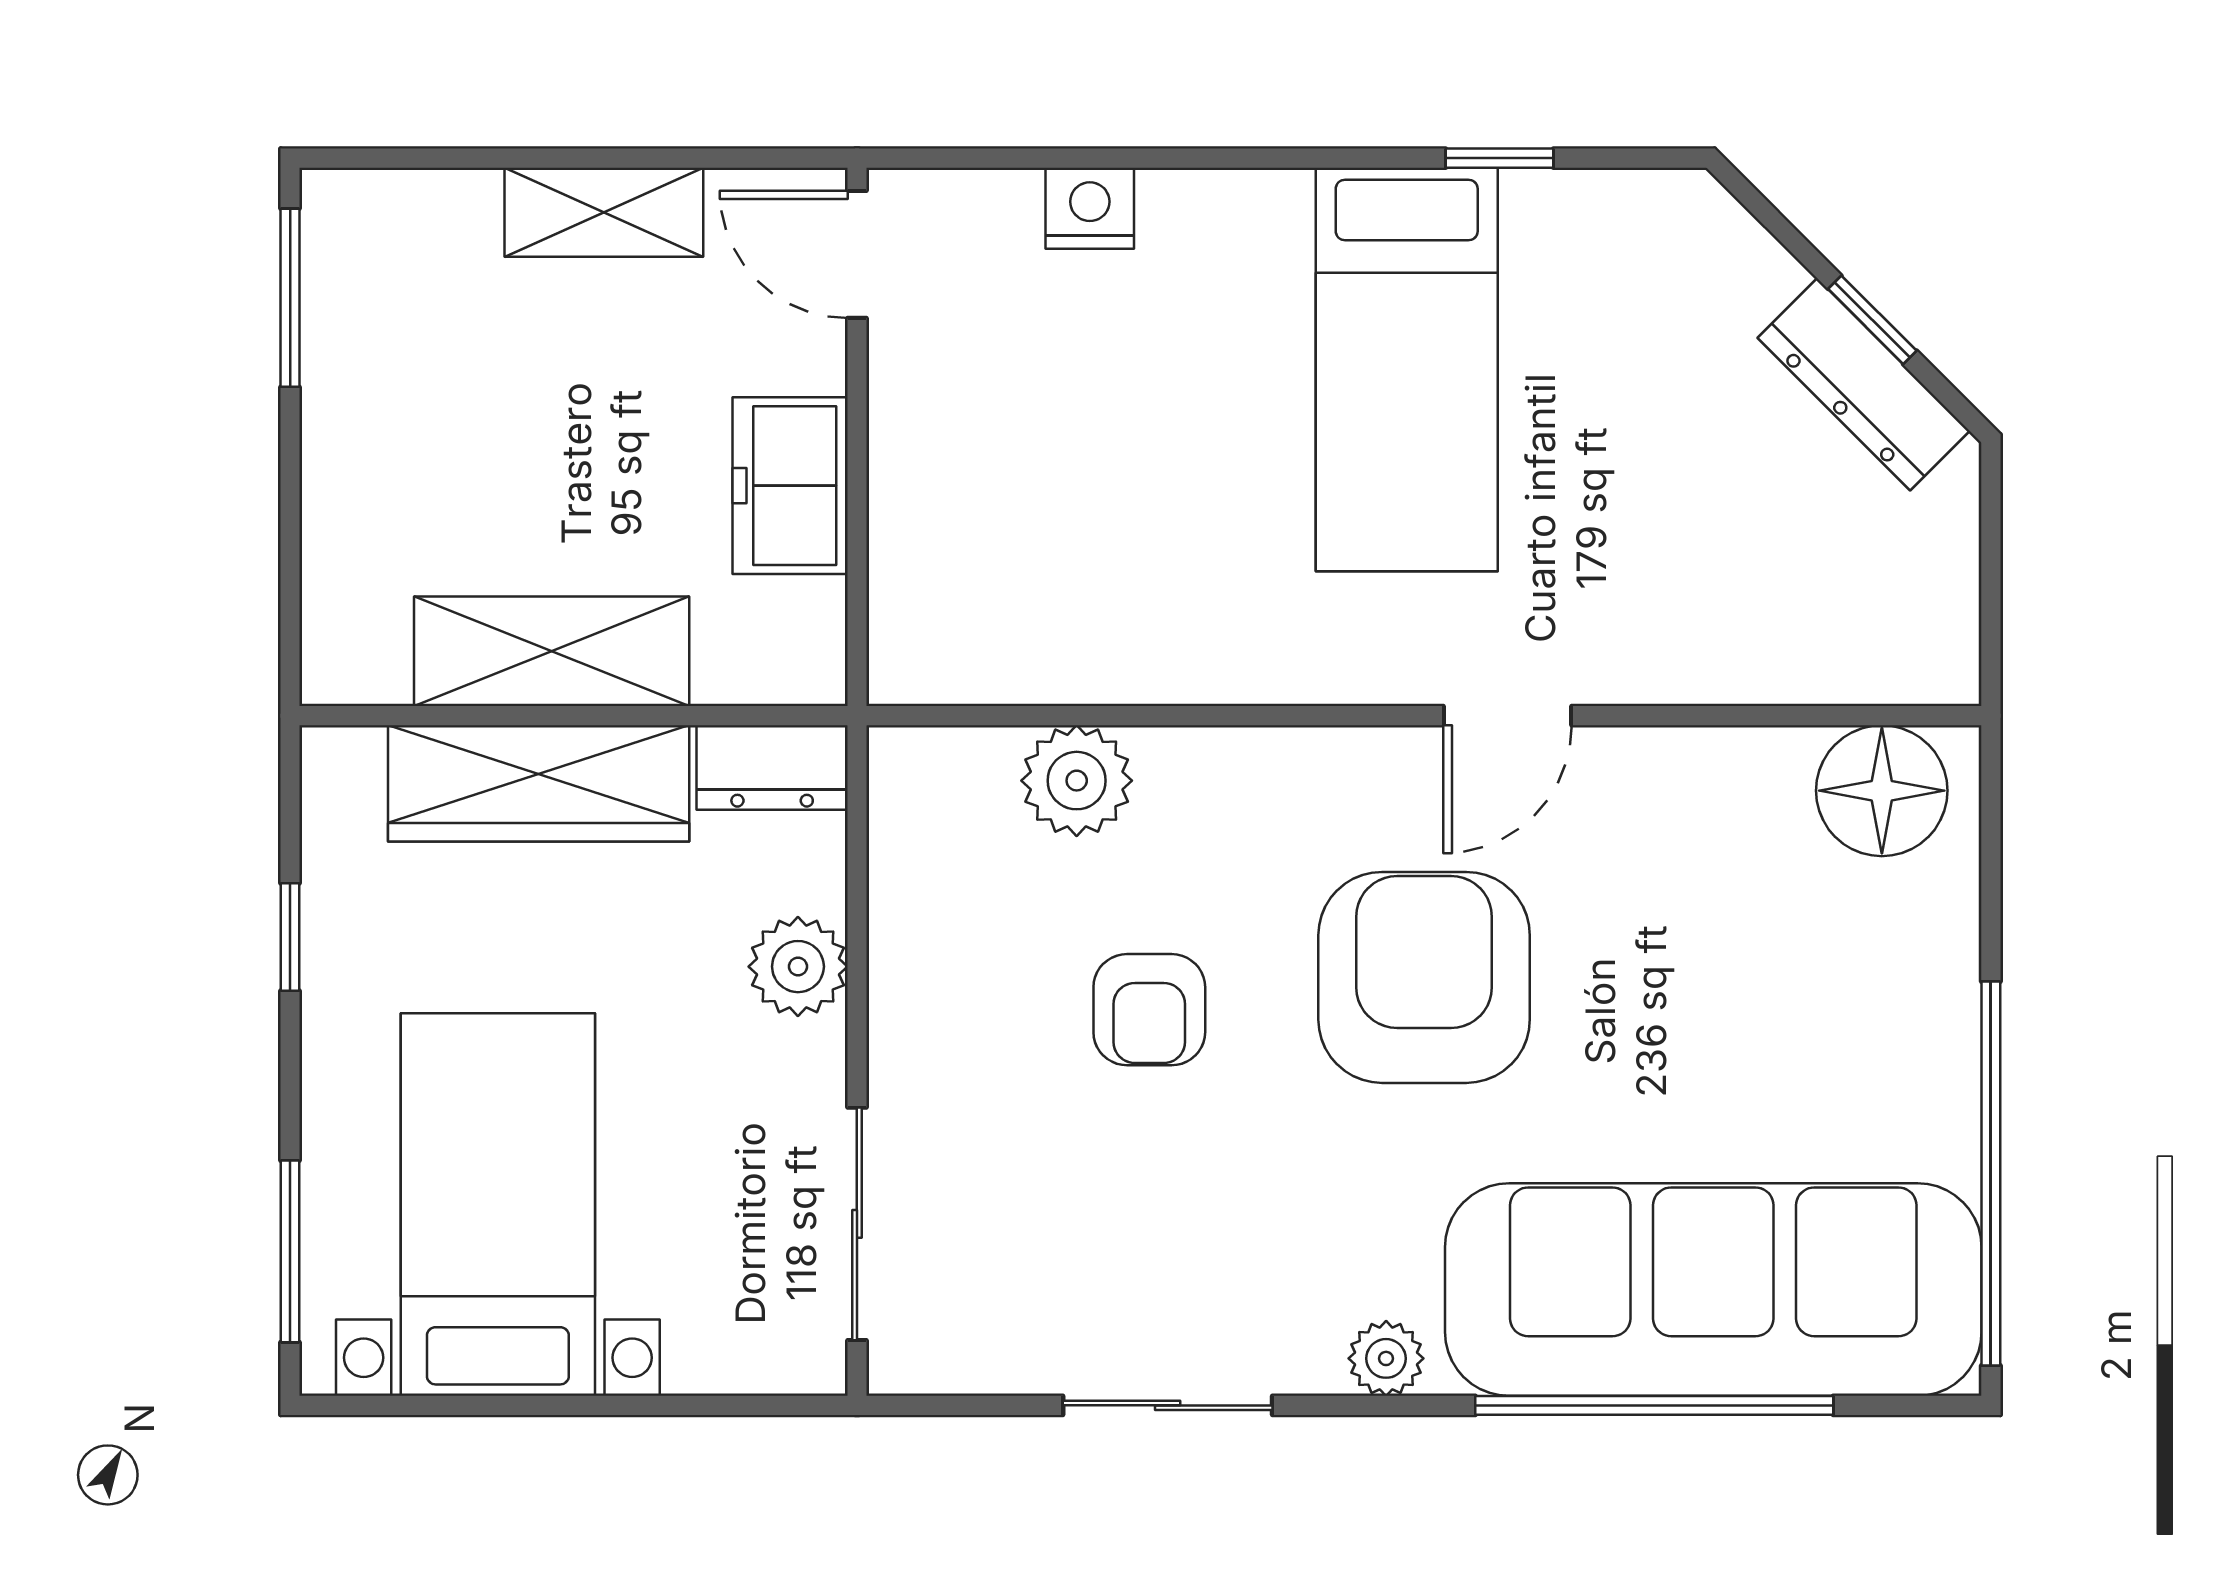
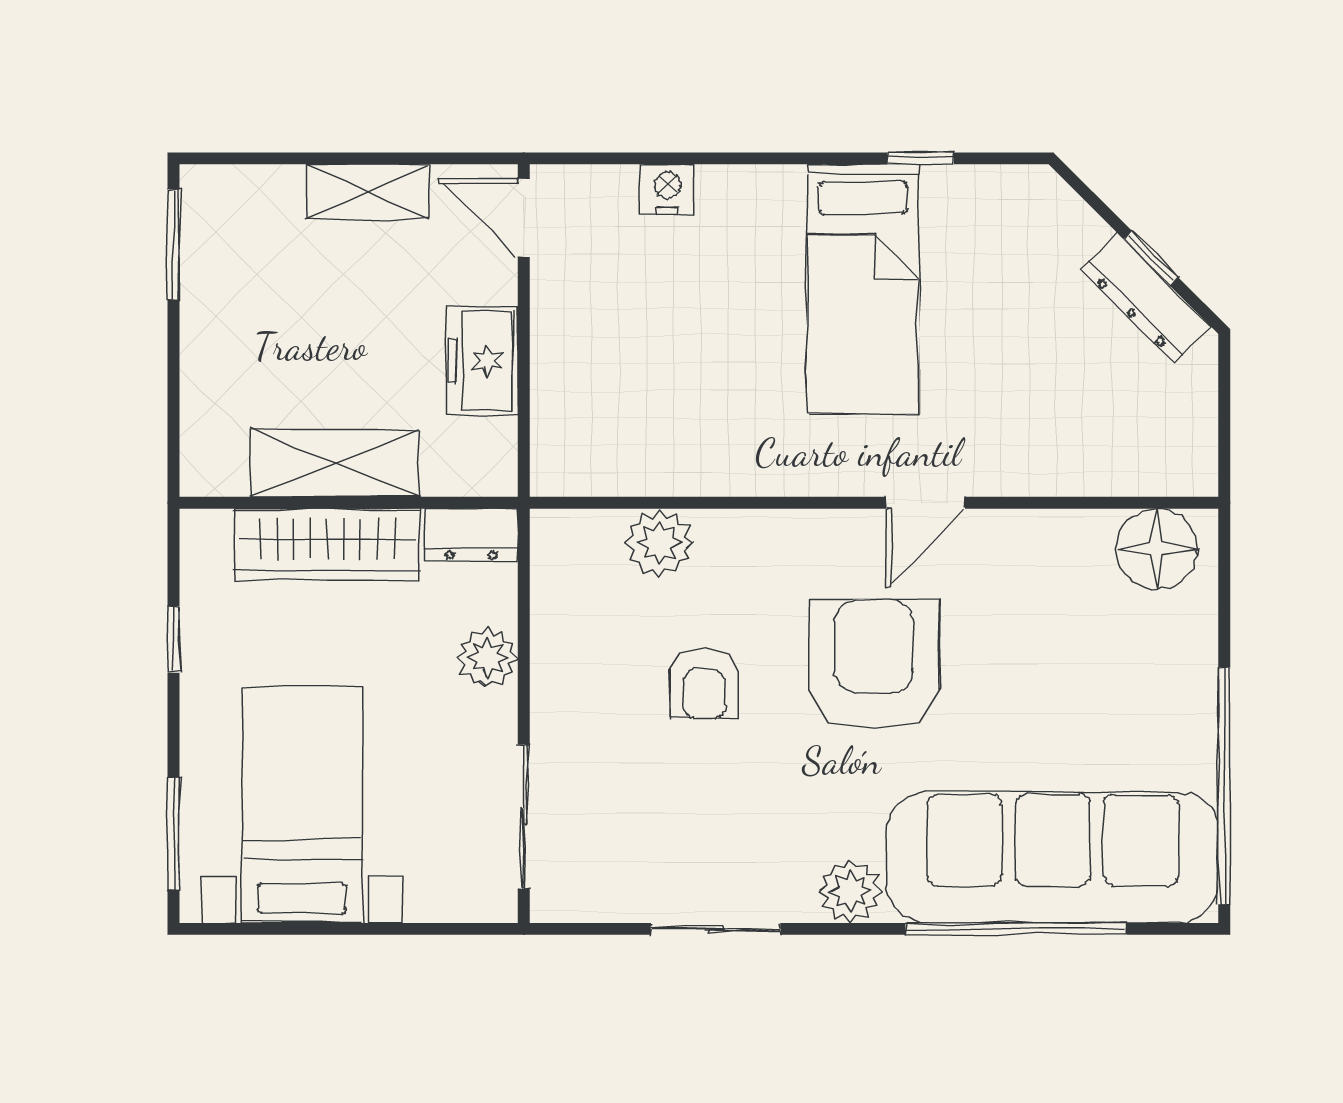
plant: (1386, 1358) -> (850, 891), width x1.38, depth x1.38

